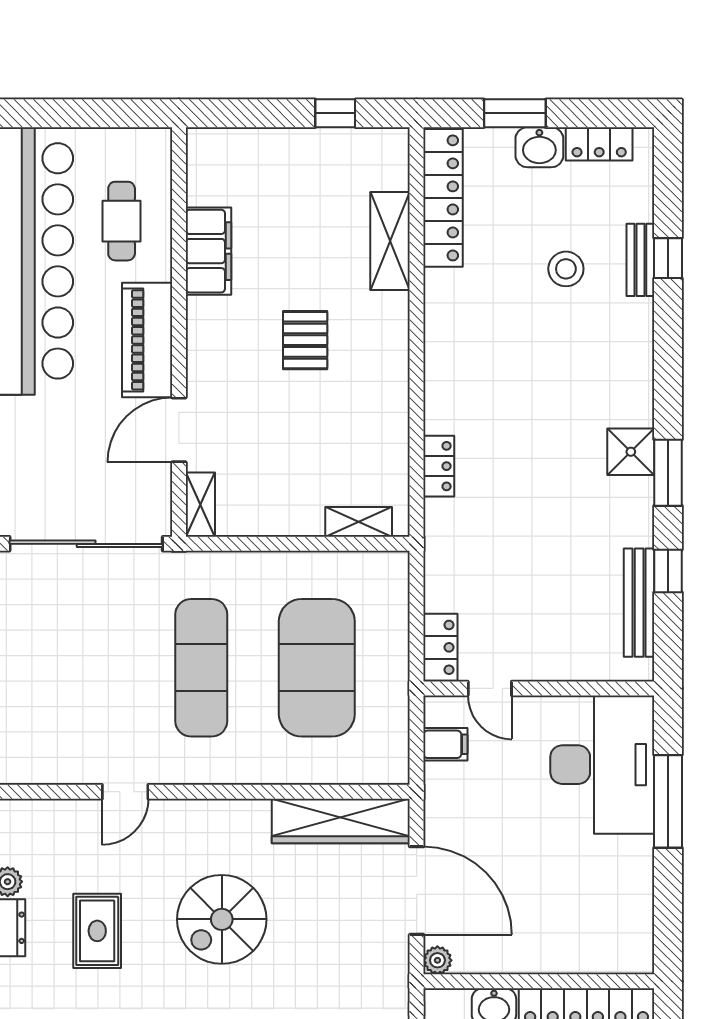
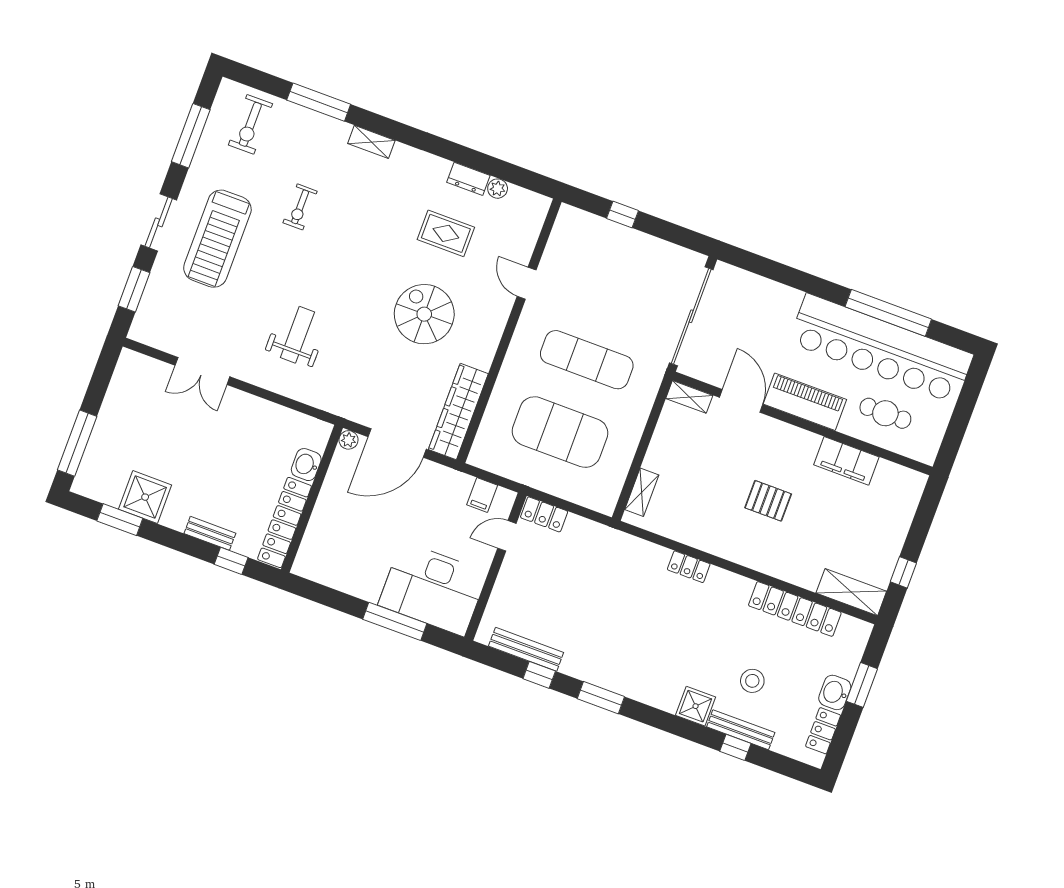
locker: (443, 198) -> (795, 609), moved
shelving: (390, 241) -> (851, 592), moved
bench: (640, 260) -> (741, 730), width x1.36
shower: (631, 452) -> (696, 706), moved
locker: (439, 466) -> (689, 567), moved

